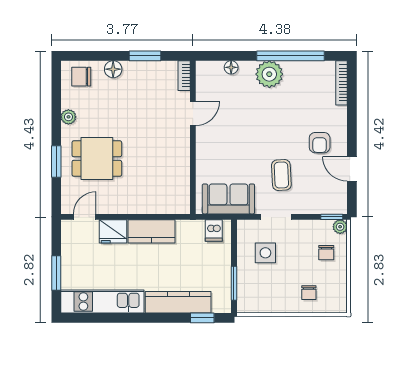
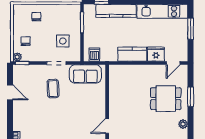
armchair: (320, 143) -> (30, 108), removed

